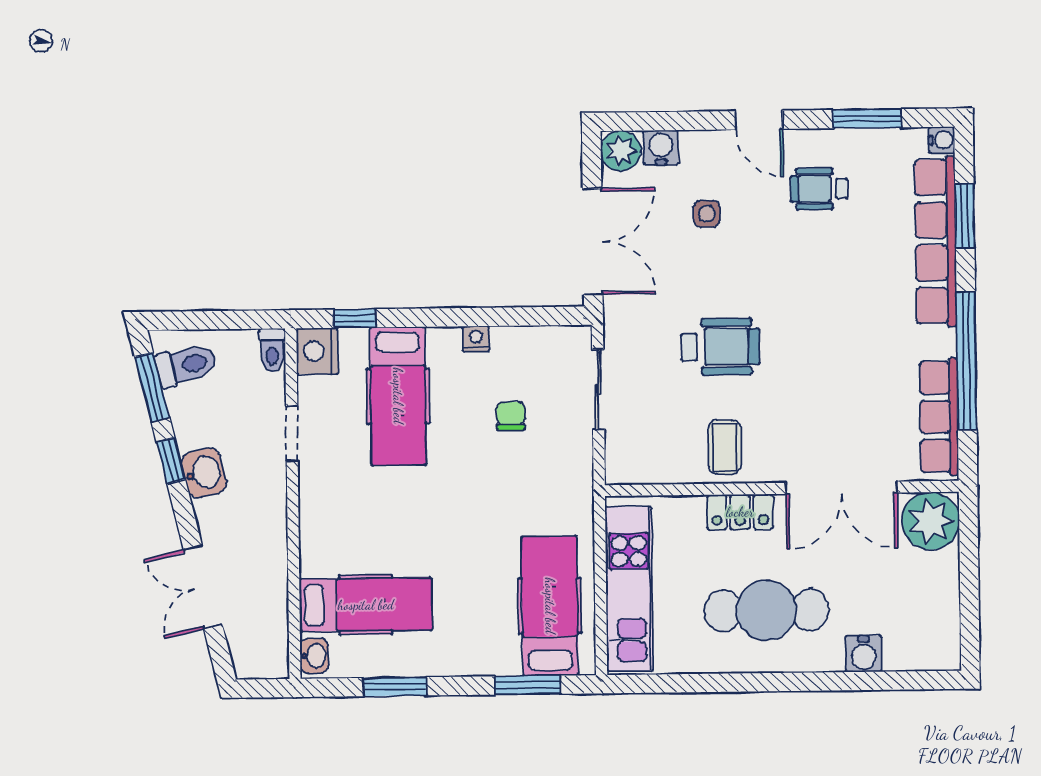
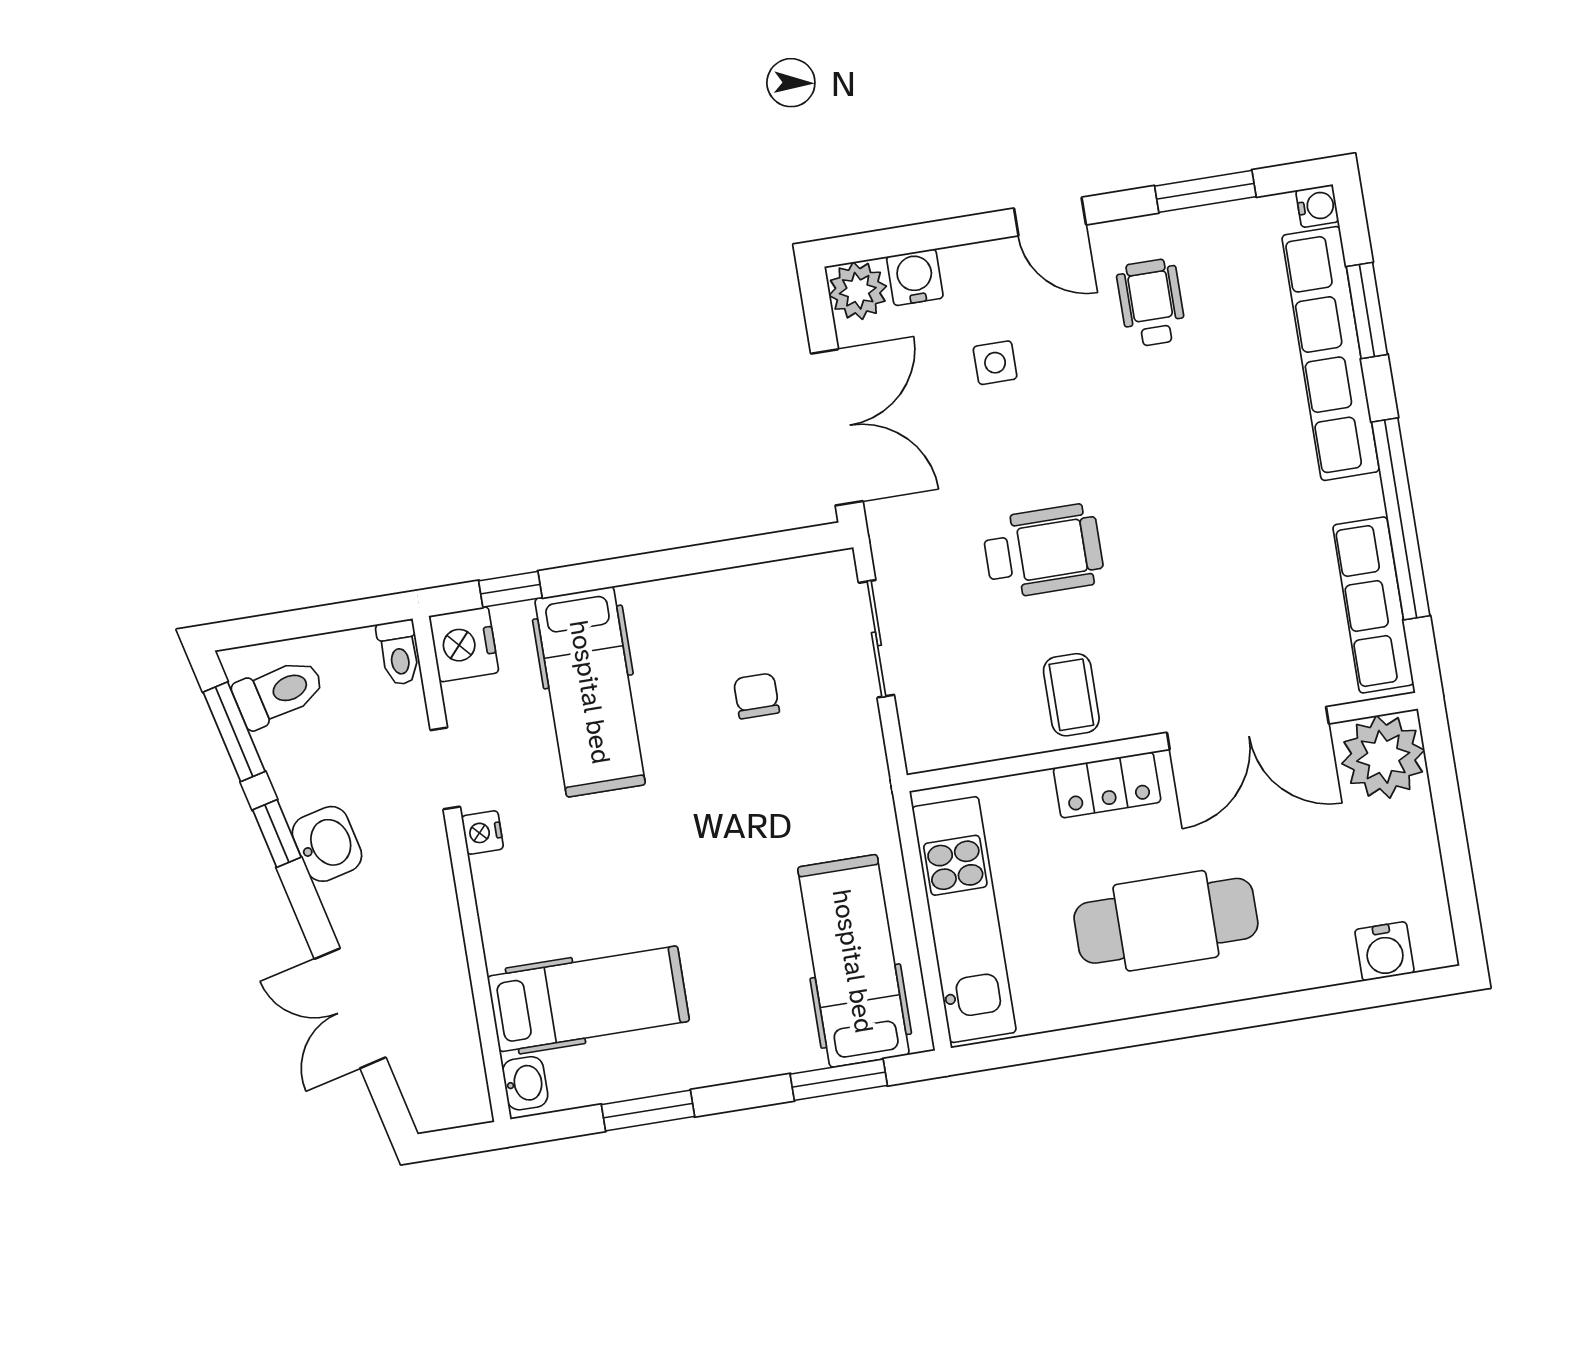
wheelchair: (819, 189) -> (1151, 303), turned 90
nightstand: (476, 339) -> (482, 832), moved, turned -90
water cooler: (864, 654) -> (1384, 951), moved

